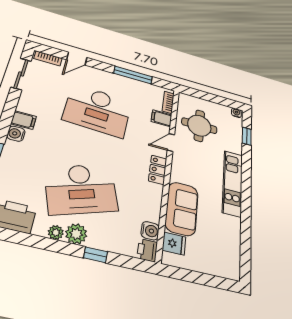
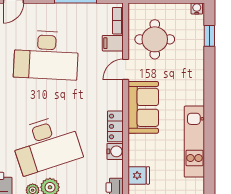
locker: (158, 170) -> (115, 126), moved
kitchen unit: (233, 183) -> (194, 142), moved
sofa: (182, 209) -> (143, 107), moved
water cooler: (150, 231) -> (115, 151), moved

